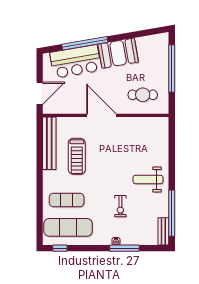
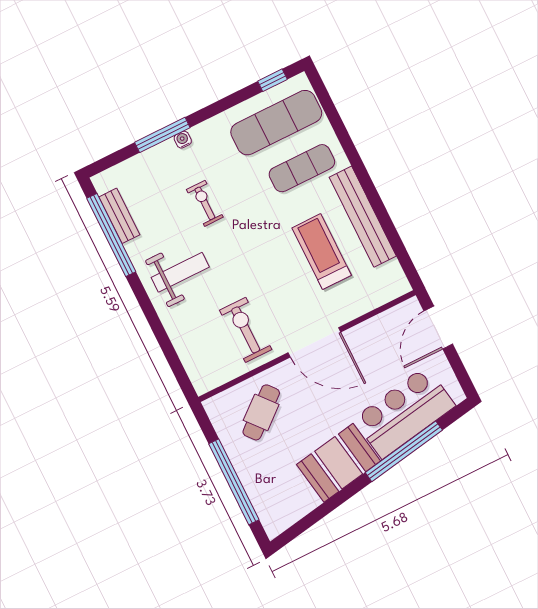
cafe table: (143, 95) -> (261, 412), turned -40
exercise bike: (131, 137) -> (246, 330), added
bench: (49, 143) -> (363, 217), moved
bench: (163, 231) -> (119, 216), moved

